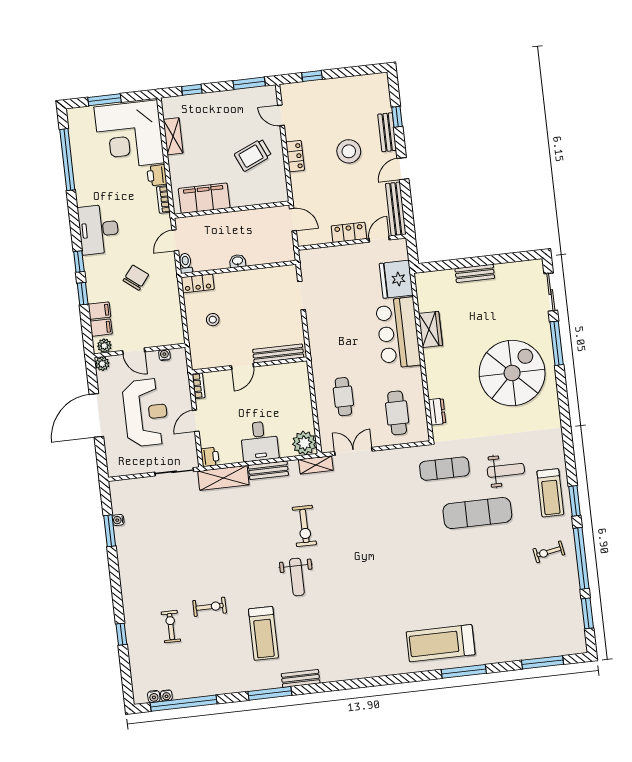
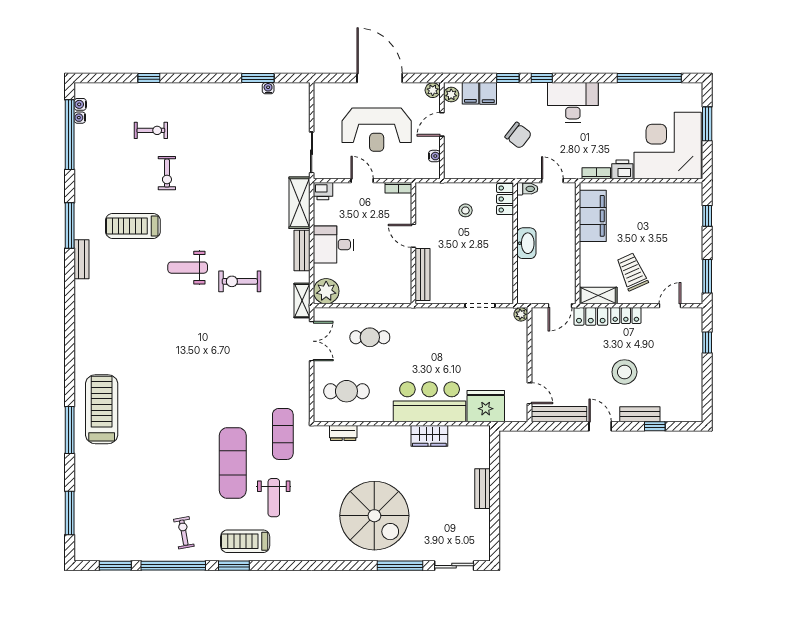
shelving: (173, 136) -> (598, 295), moved
locker: (349, 232) -> (591, 316), moved, turned 90
plant: (305, 256) -> (521, 314), added
washbasin: (238, 261) -> (526, 243), width x1.91, depth x1.45

